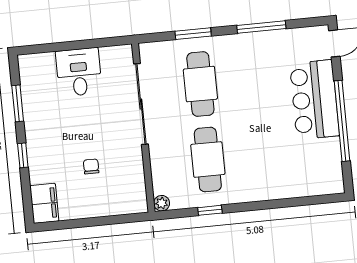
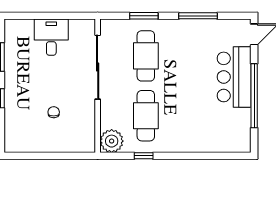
filing cabinet: (44, 203) -> (14, 138), removed
plant: (162, 203) -> (112, 141), width x1.88, depth x1.88

